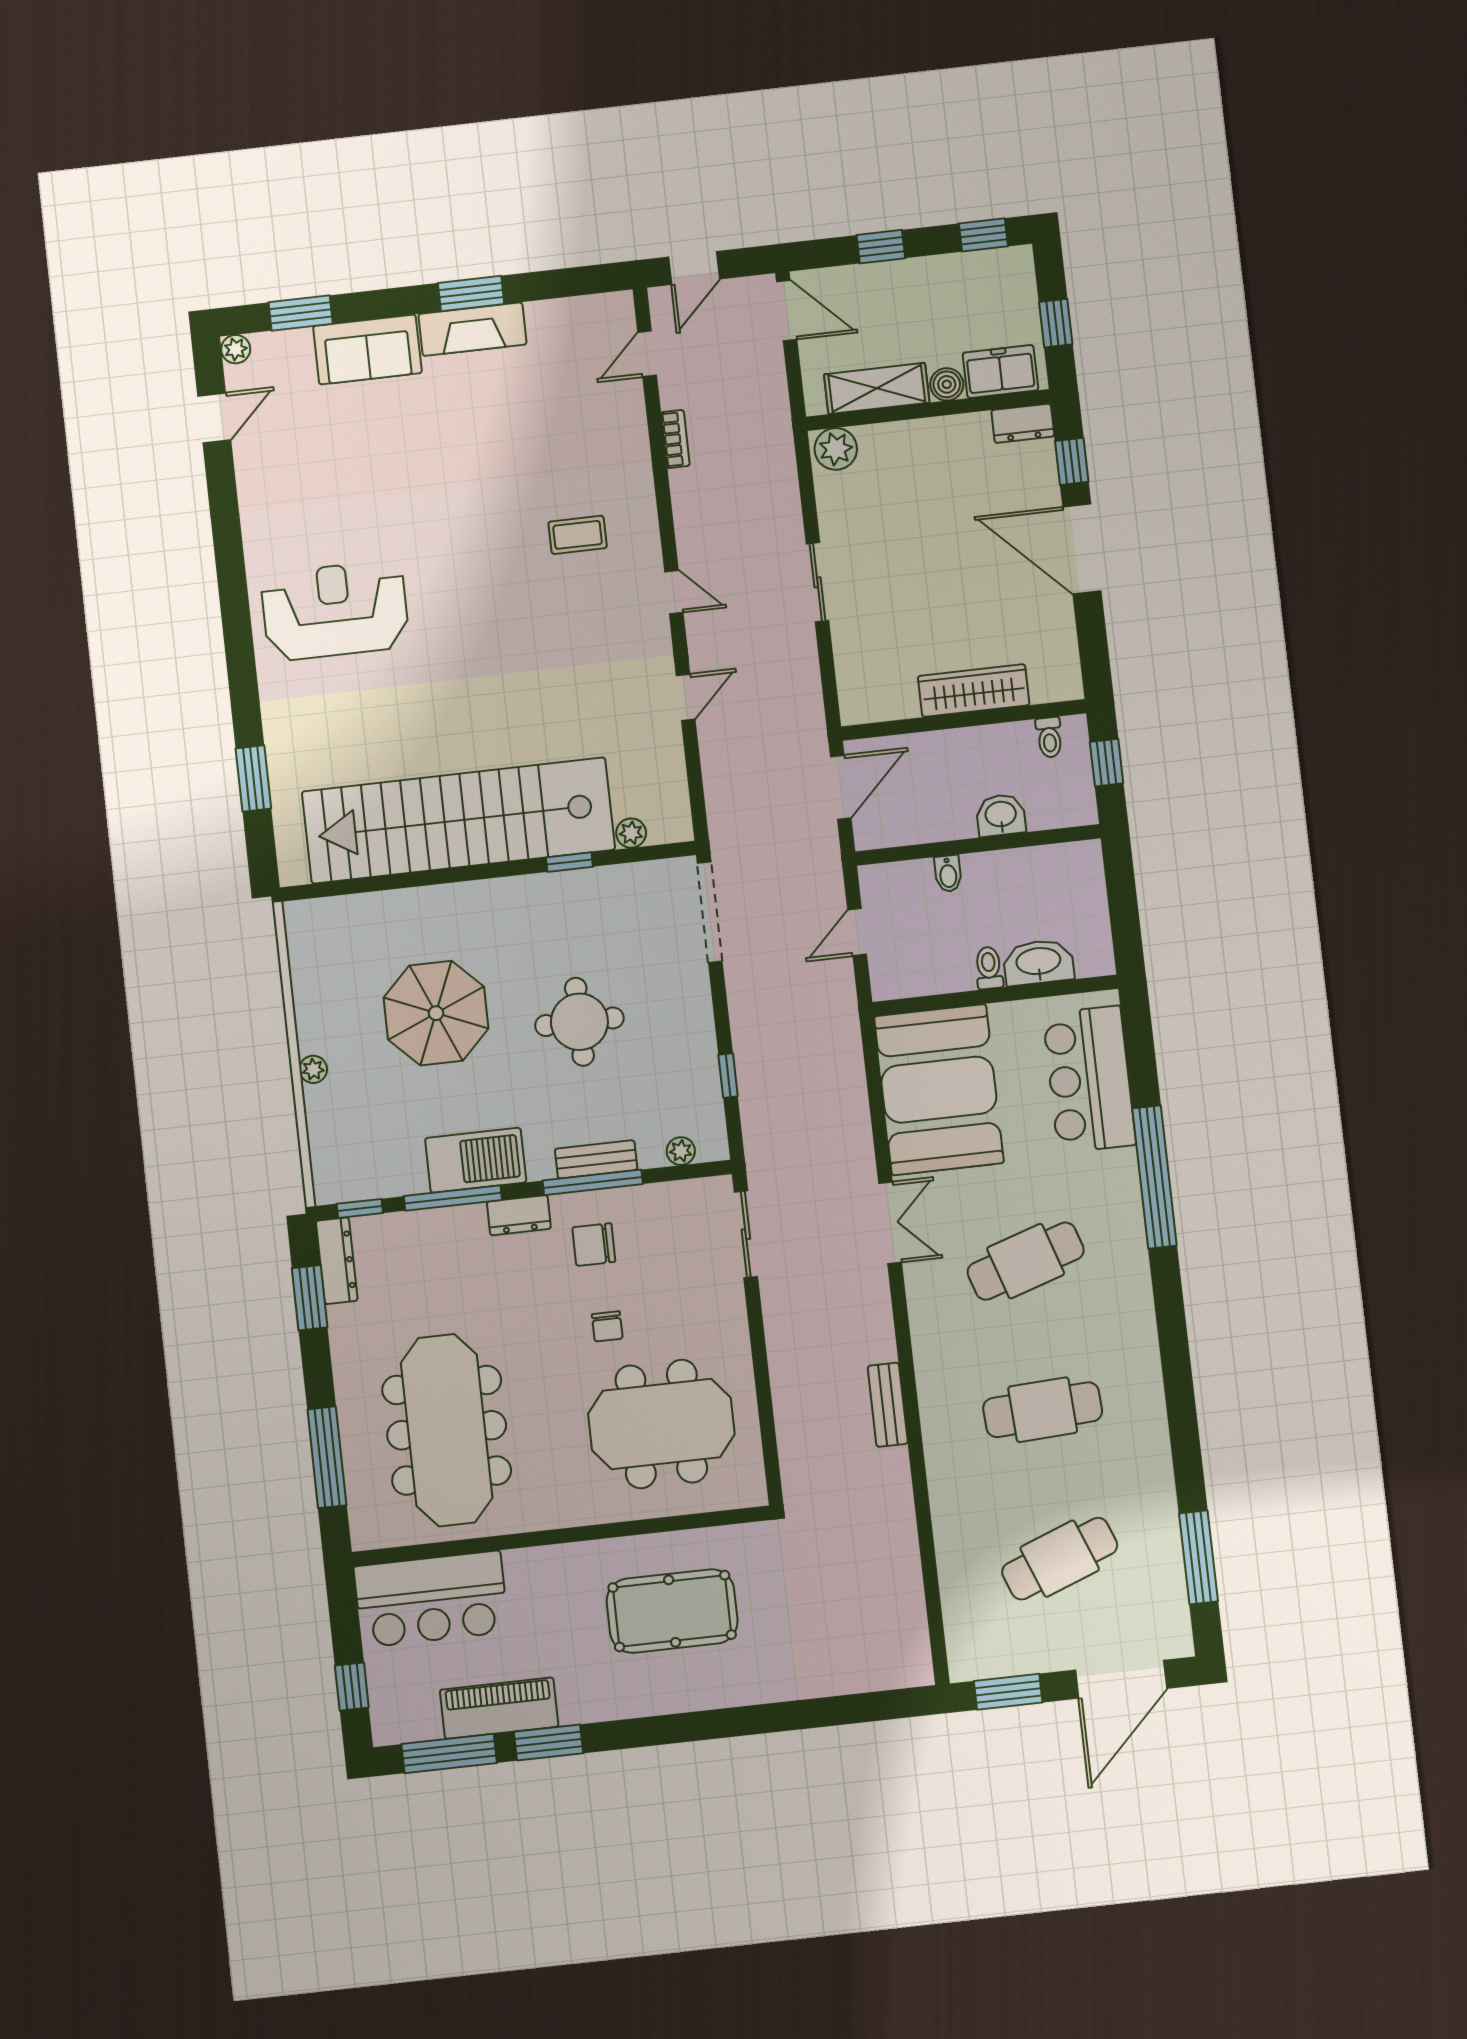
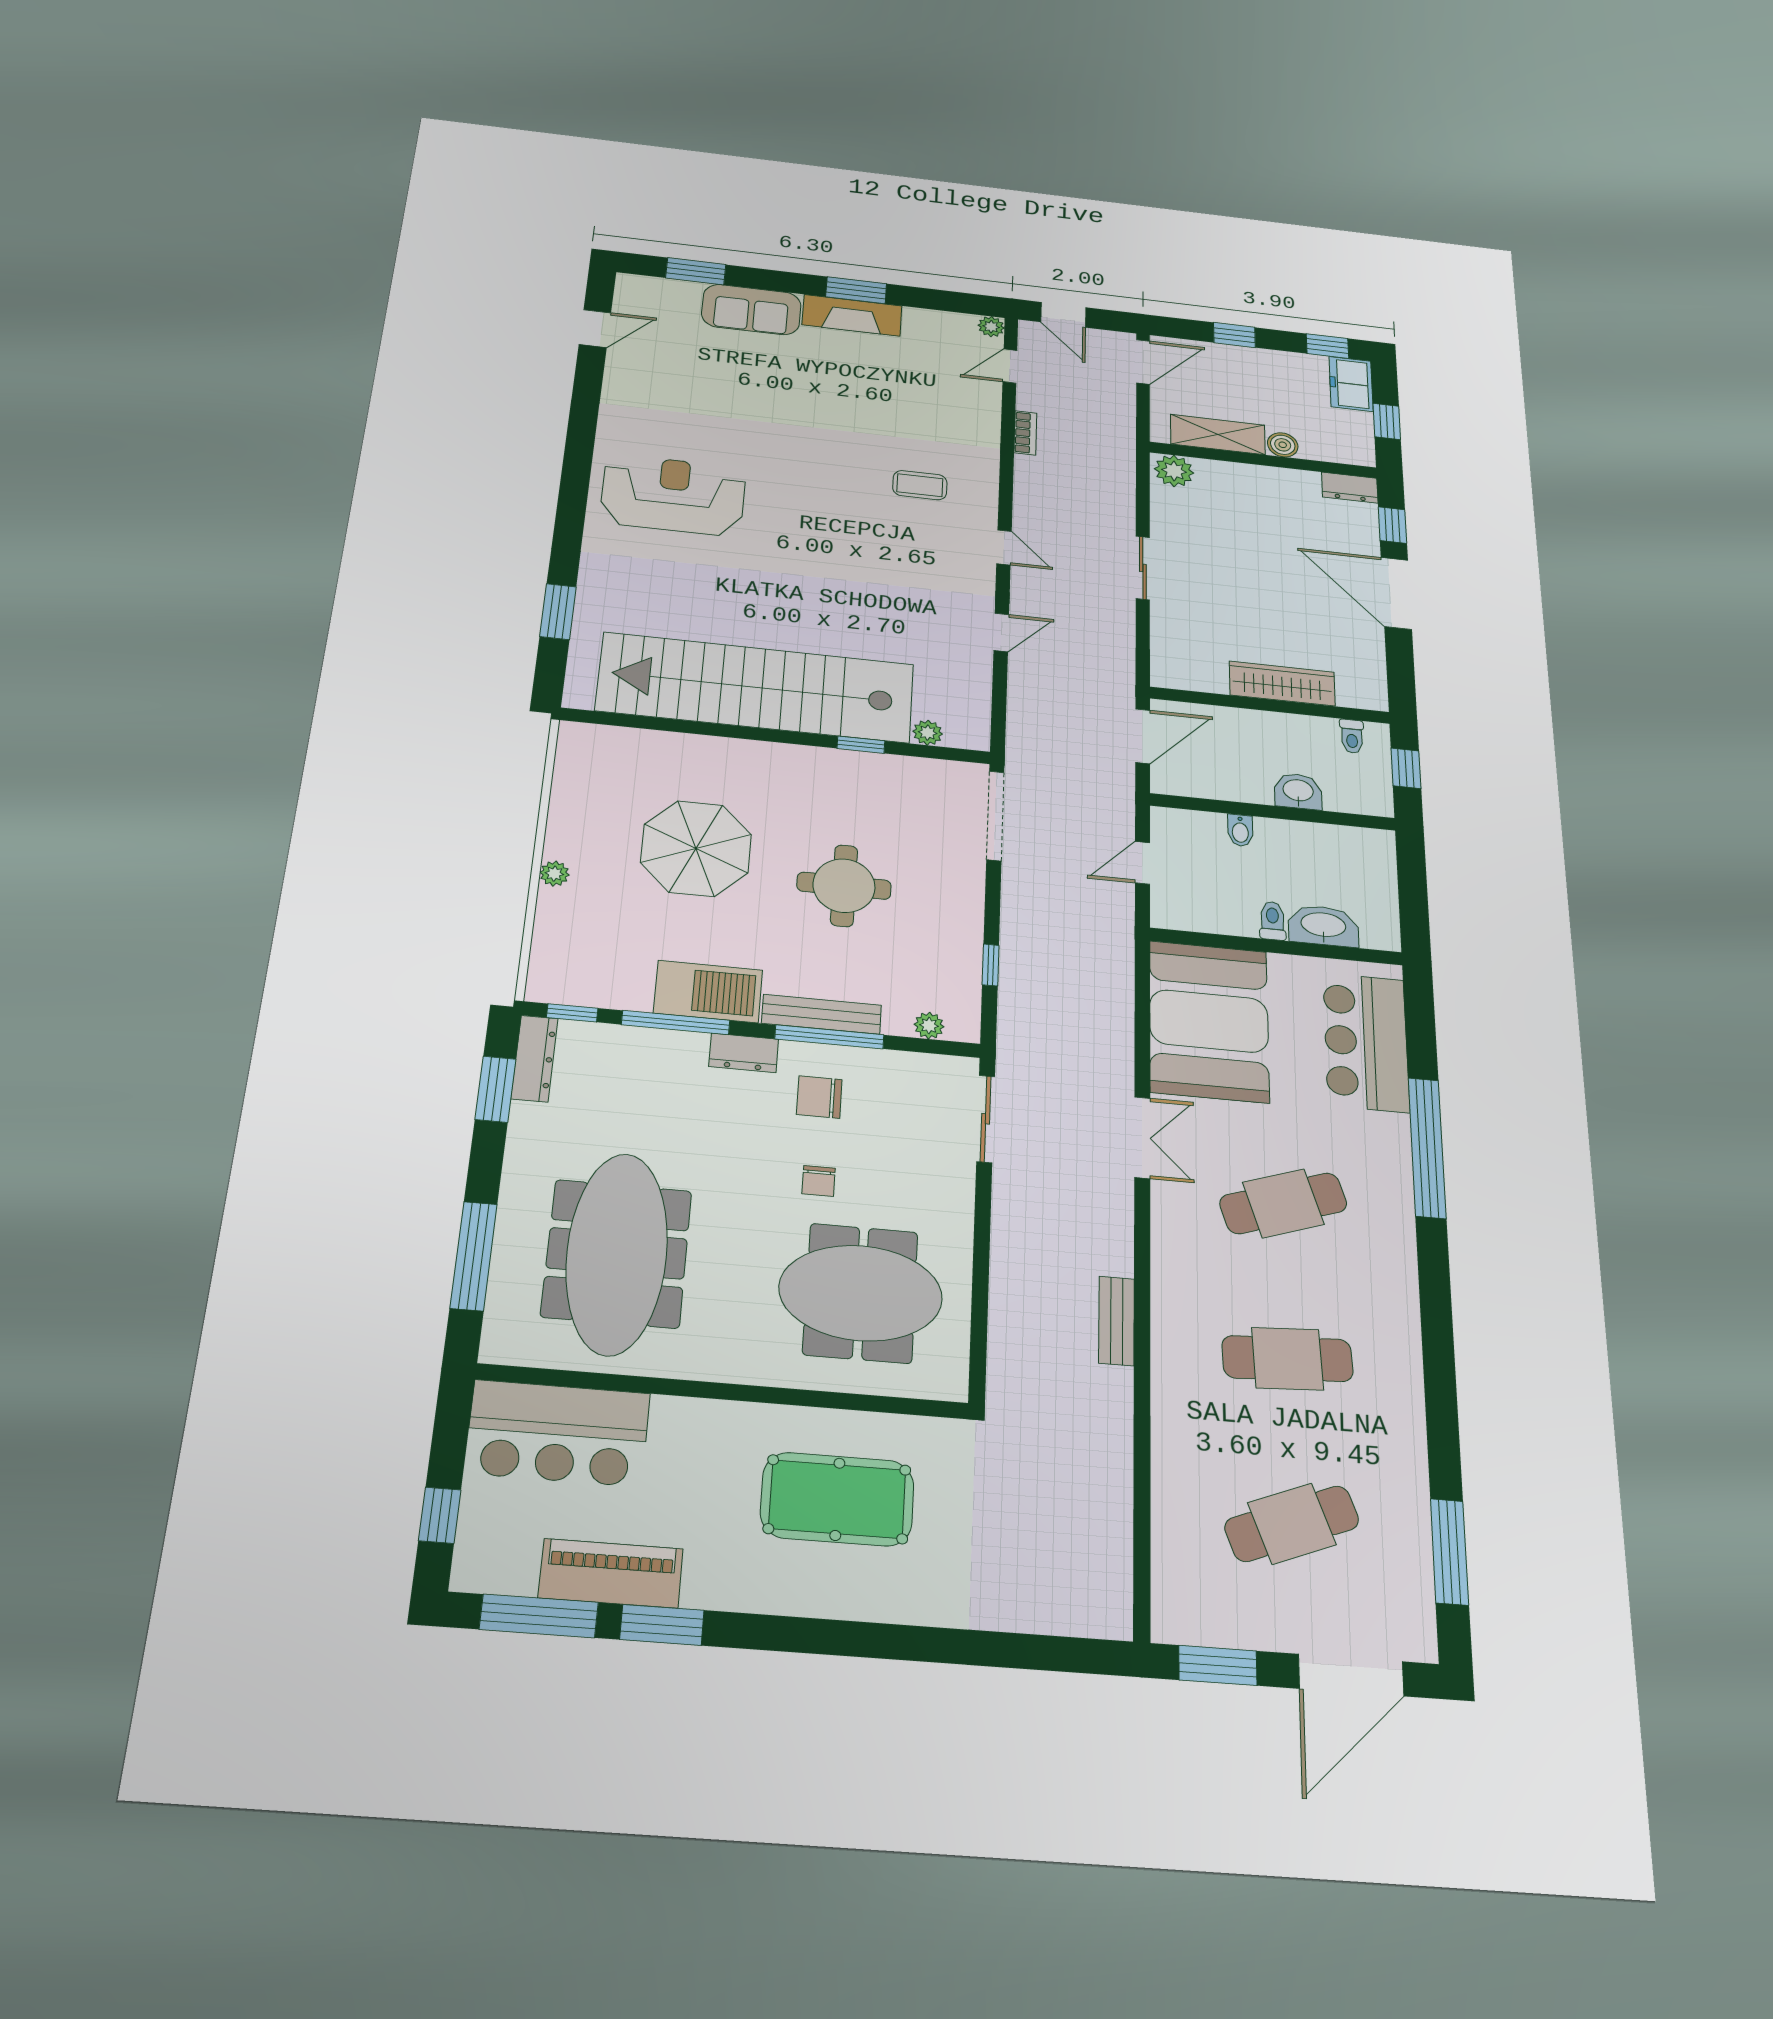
door: (694, 268) -> (1063, 315), hinge flipped
door: (787, 310) -> (1143, 362), hinge flipped
plant: (236, 349) -> (991, 327), moved
freezer: (1000, 372) -> (1351, 384), moved, turned -90
bench: (596, 1159) -> (822, 1014), width x1.36

